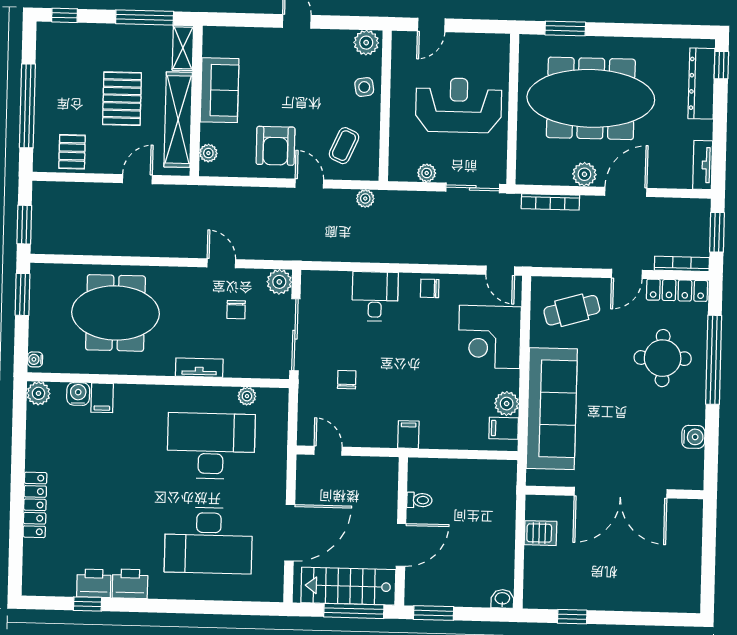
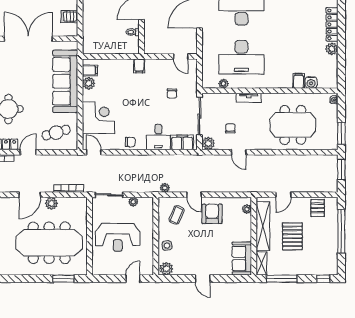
sofa: (220, 90) -> (242, 258), moved
filing cabinet: (329, 285) -> (182, 142), added
plant: (38, 393) -> (332, 49), moved

